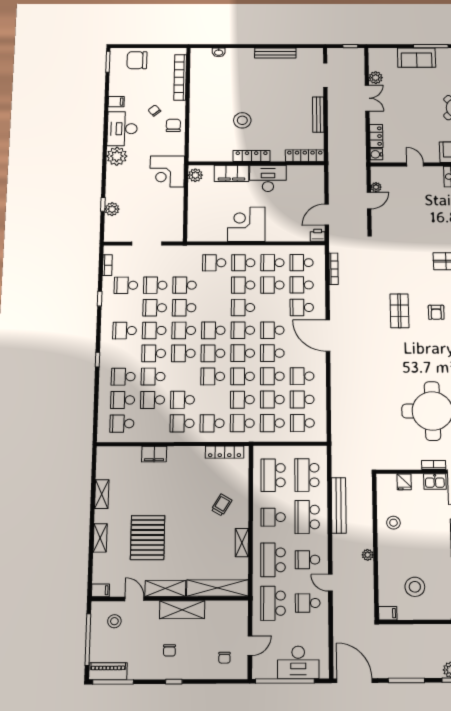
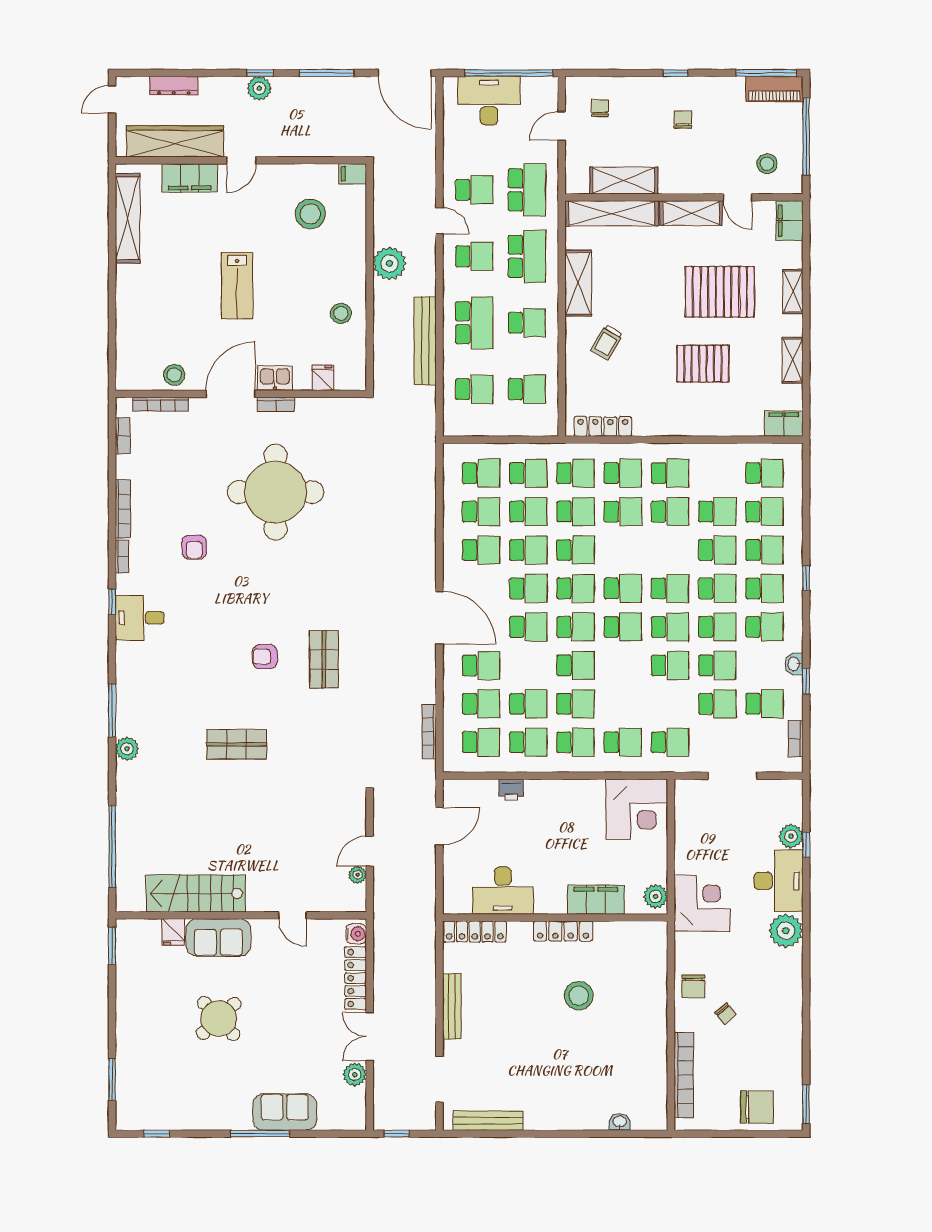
bench: (275, 53) -> (488, 1121), moved
filing cabinet: (116, 102) -> (790, 1030), removed
desk: (122, 129) -> (778, 881), moved
locker: (376, 136) -> (356, 978), width x1.53
desk: (268, 178) -> (503, 891), moved
corner desk: (246, 224) -> (637, 809), moved
printer: (318, 235) -> (511, 790), moved
school desk: (185, 285) -> (670, 742), moved
washbasin: (107, 309) -> (794, 664), added
armchair: (436, 312) -> (265, 657), turned -90
school desk: (124, 353) -> (765, 588), added
school desk: (213, 376) -> (623, 512), moved
filing cabinet: (154, 454) -> (784, 424), moved
school desk: (273, 475) -> (527, 389), width x0.54
school desk: (307, 475) -> (474, 389), width x0.54
pallet: (160, 492) -> (703, 364), added
pallet: (148, 537) -> (720, 292), turned 90
shelving: (242, 543) -> (578, 283), width x1.50, depth x1.33
plant: (368, 555) -> (389, 263), width x1.88, depth x1.88
filing cabinet: (100, 590) -> (790, 221), width x2.00
shelving: (182, 610) -> (624, 181), moved

